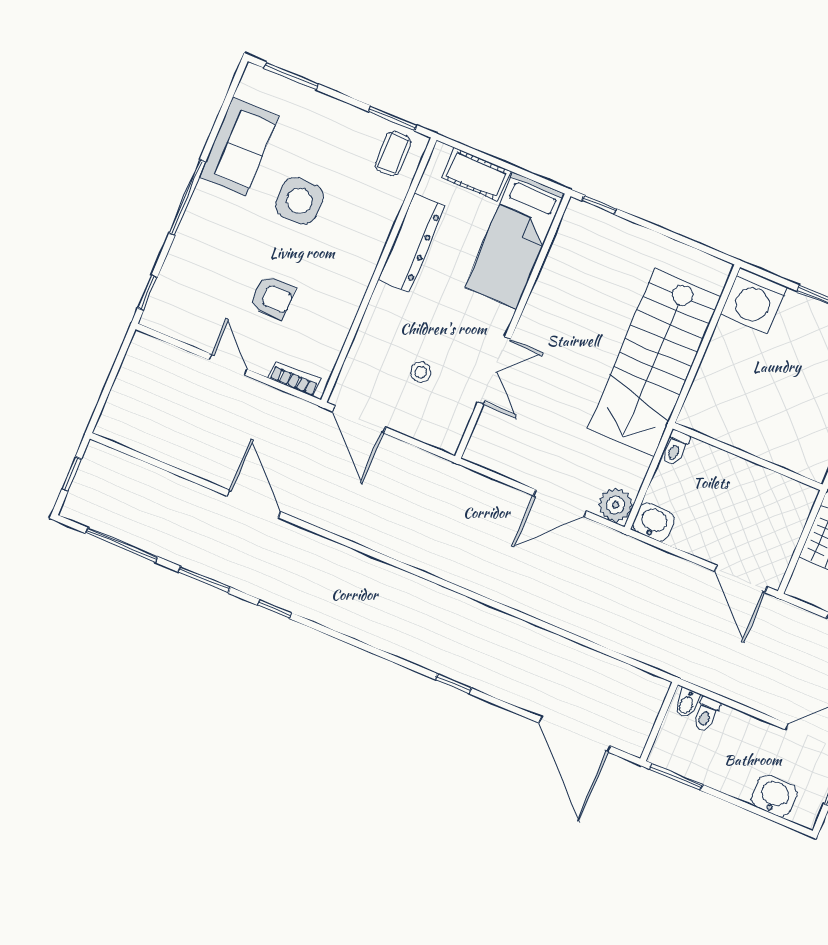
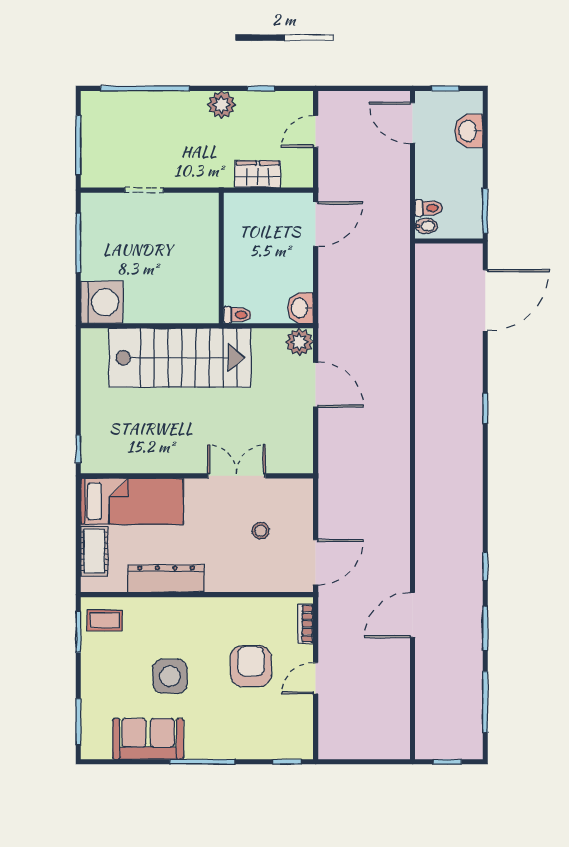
armchair: (272, 297) -> (251, 666), width x1.38, depth x1.38

